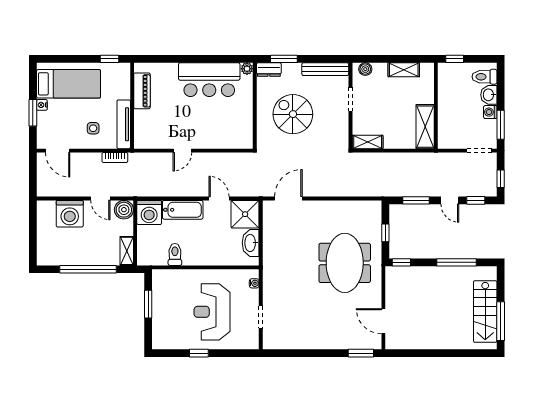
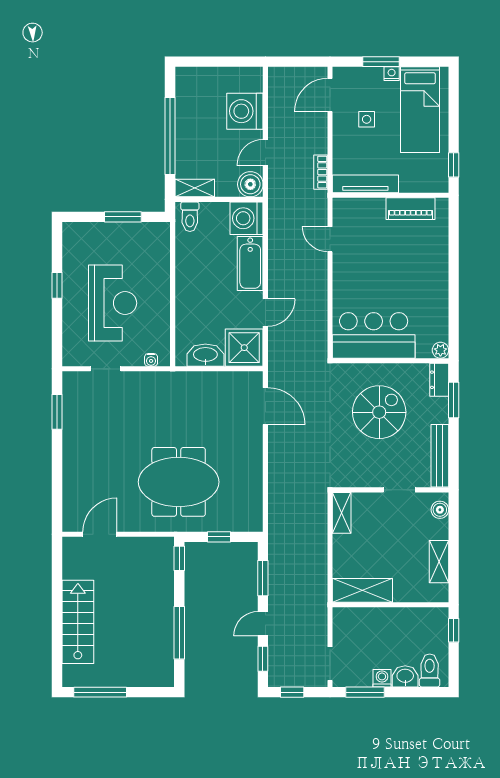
bar counter: (209, 80) -> (374, 335), moved, turned 90
side table: (93, 128) -> (367, 119), moved
door: (182, 151) -> (330, 239), moved
toilet: (175, 254) -> (190, 217), moved, turned 90
reception desk: (212, 312) -> (113, 303), turned 90
stairs: (485, 312) -> (78, 622), moved, turned 90
window: (361, 353) -> (57, 412), moved

